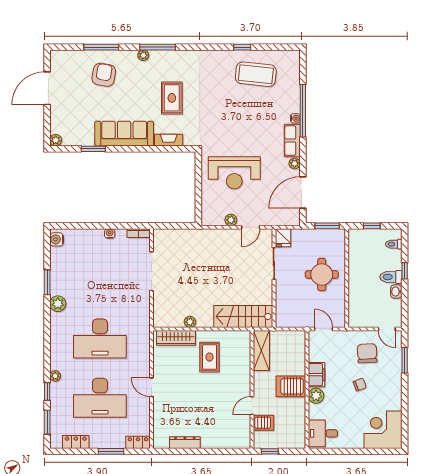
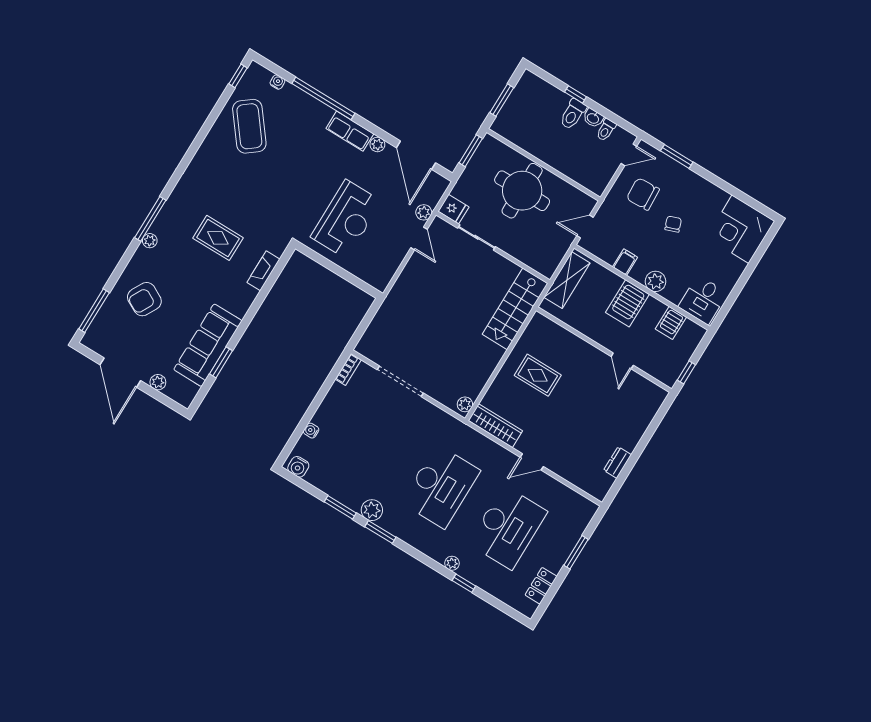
window: (101, 47) -> (94, 311), moved
window: (242, 47) -> (238, 76), moved
coffee table: (256, 74) -> (249, 126), turned -44
armchair: (104, 75) -> (144, 299), turned -72
water cooler: (295, 118) -> (277, 82), moved
sofa: (124, 134) -> (208, 345), moved
plant: (56, 140) -> (158, 382), moved
plant: (231, 220) -> (424, 212), moved
window: (372, 226) -> (502, 100), width x1.50
water cooler: (110, 233) -> (311, 431), moved
toilet: (394, 244) -> (606, 130), moved
round table: (322, 274) -> (522, 191), width x1.36, depth x1.36
plant: (190, 322) -> (465, 404), moved
wardrobe: (176, 338) -> (495, 426), moved, turned -90
shelving: (261, 350) -> (567, 280), moved, turned 90
filing cabinet: (316, 375) -> (625, 262), width x0.50
window: (47, 422) -> (380, 532), moved
server rack: (263, 423) -> (671, 323), moved, turned 180
locker: (138, 442) -> (585, 515), removed
dresser: (185, 443) -> (617, 463), width x0.70

